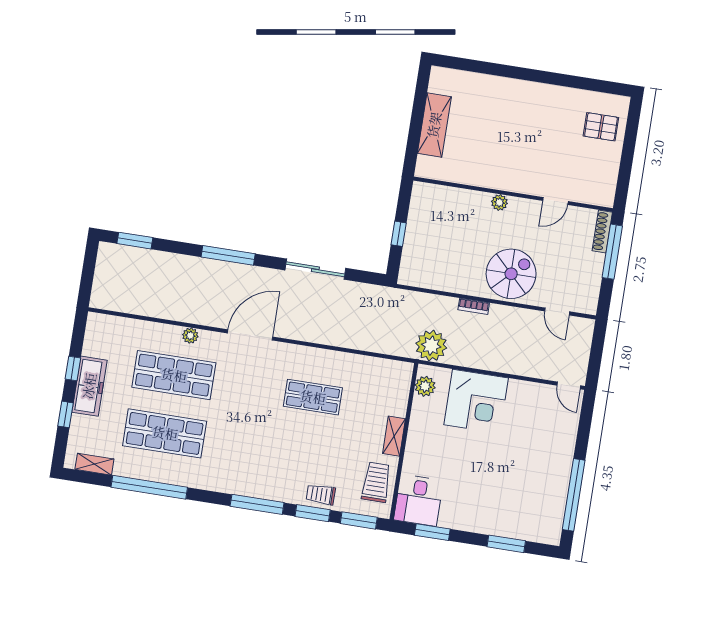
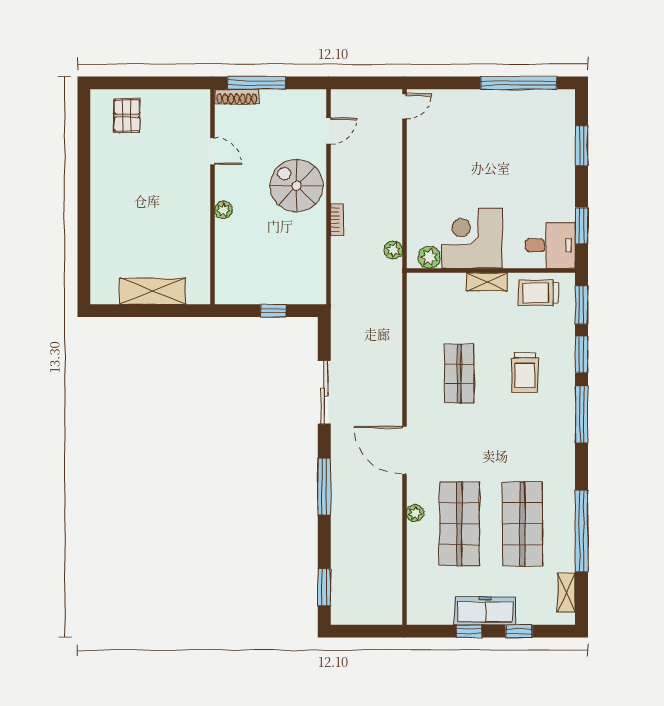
plant: (431, 346) -> (393, 250), width x0.53, depth x0.53
corner desk: (476, 401) -> (472, 238), moved, turned -90
trolley: (321, 495) -> (525, 372), moved, width x1.36, depth x1.39

